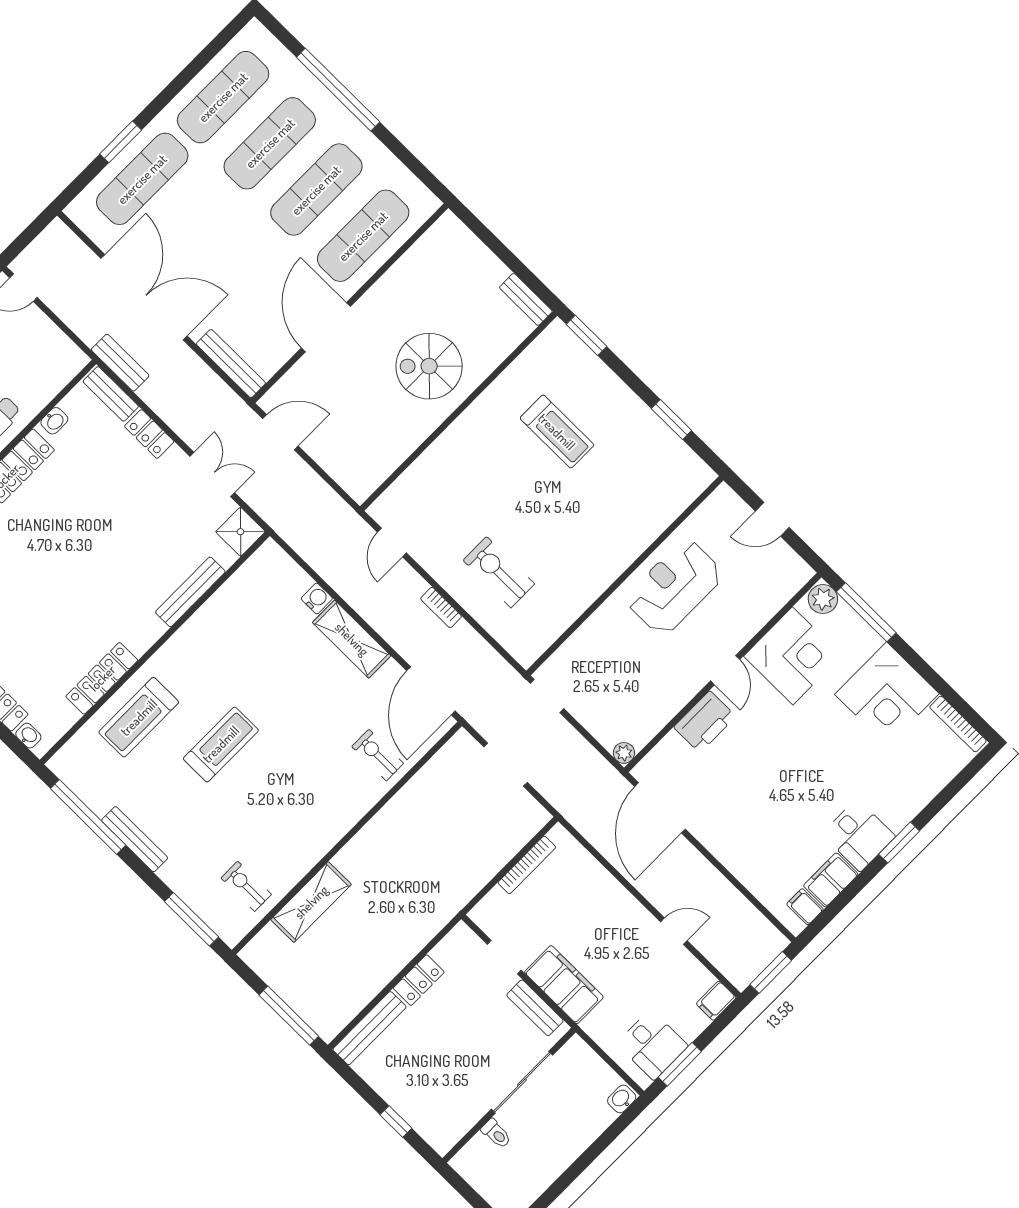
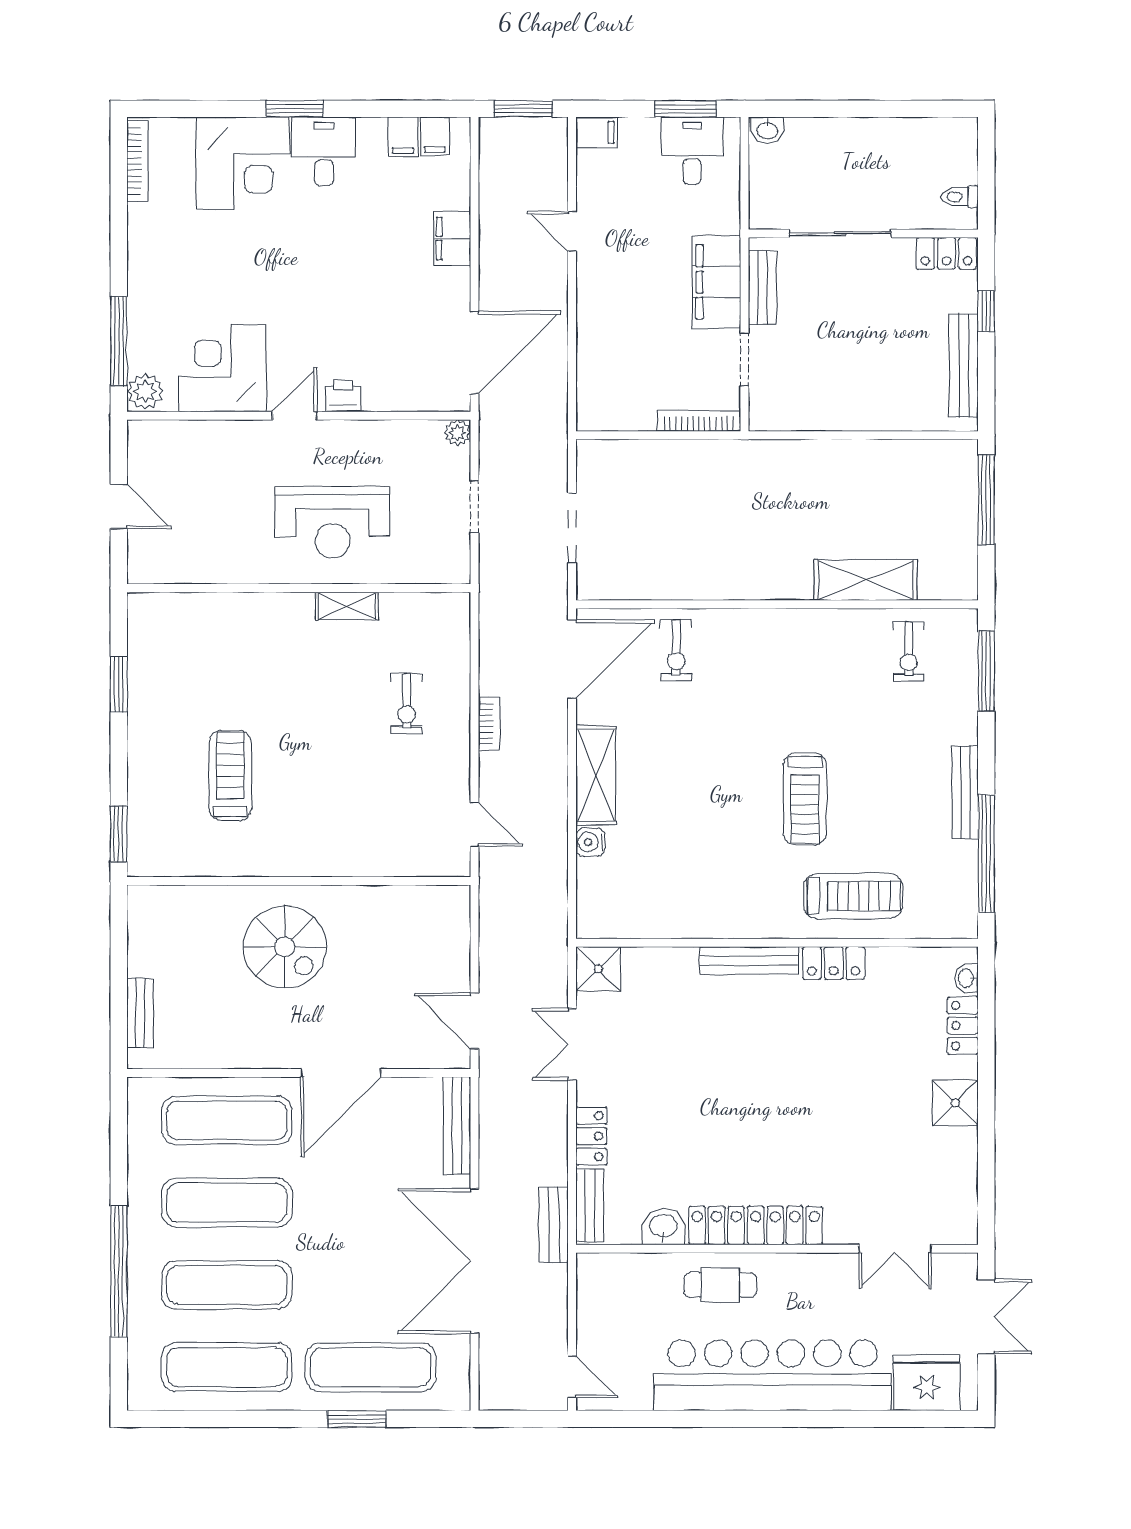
bench: (526, 299) -> (140, 1013), moved
washbasin: (54, 421) -> (663, 1227), width x1.38, depth x1.45
door: (392, 543) -> (474, 825), hinge flipped
exercise bike: (499, 572) -> (407, 703), width x0.73, depth x0.72
reception desk: (674, 587) -> (332, 522), moved
bench: (190, 592) -> (749, 961), moved
shelving: (588, 593) -> (347, 606), added
locker: (102, 678) -> (834, 963), width x0.66
corner desk: (887, 694) -> (243, 163), moved, turned 90
doorway: (547, 696) -> (474, 506), moved
printer: (705, 722) -> (343, 396), width x0.53, depth x0.68
treadmill: (221, 744) -> (805, 799), turned -90
filing cabinet: (737, 859) -> (452, 238), added
bookcase: (527, 865) -> (699, 421), moved
filing cabinet: (831, 880) -> (403, 137), width x0.50
locker: (419, 980) -> (946, 253), moved, turned 180
bench: (370, 1028) -> (964, 366), moved, turned 90
toilet: (496, 1134) -> (960, 197), moved, turned -90

